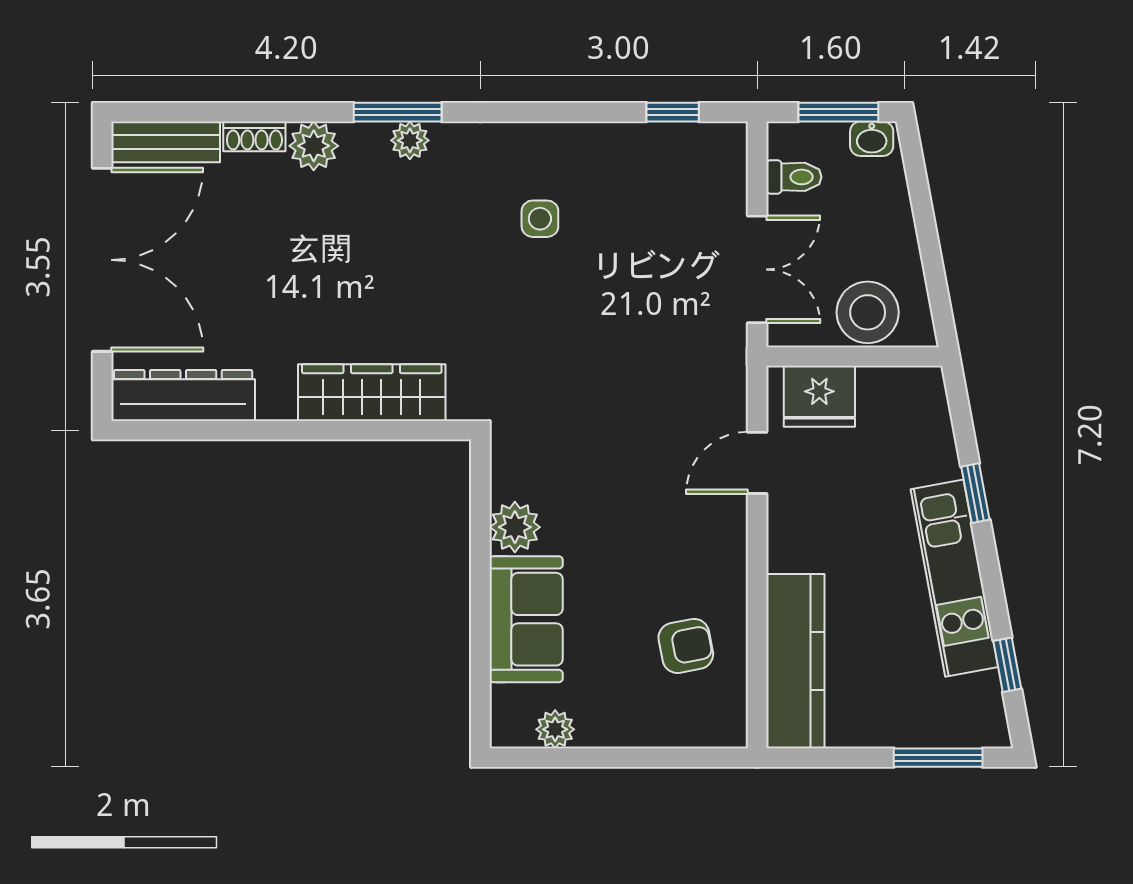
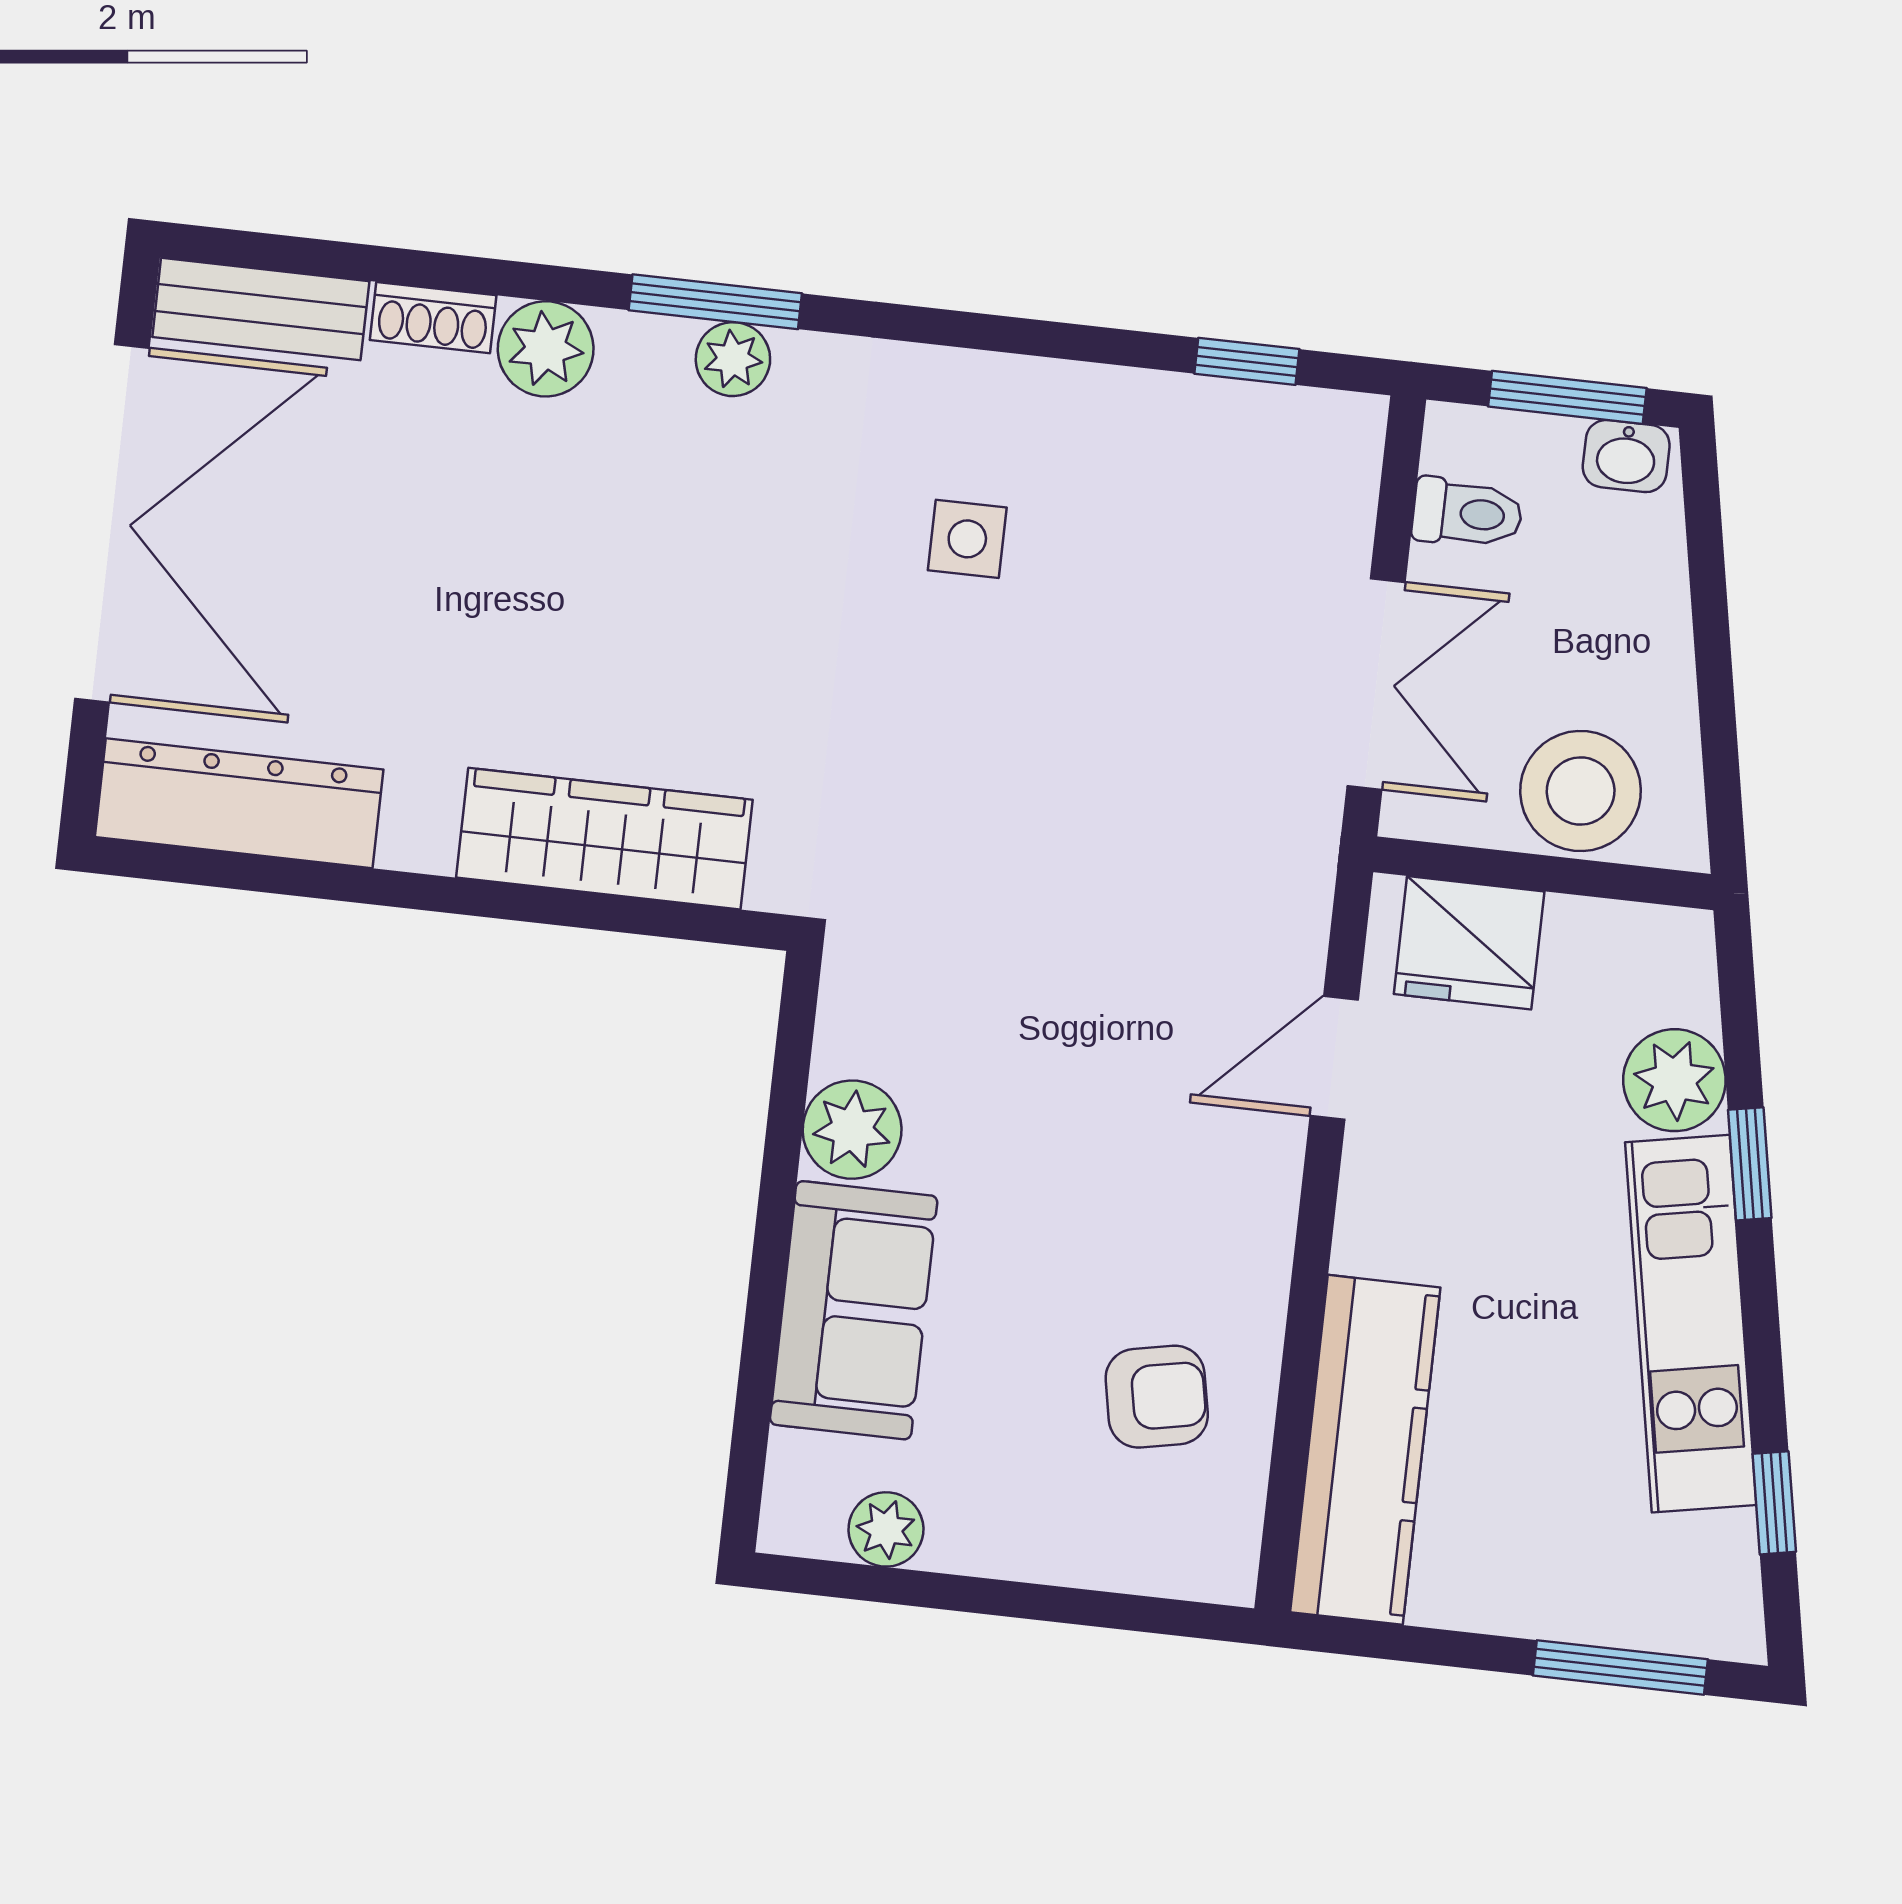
plant: (932, 455) -> (1674, 1080), added

